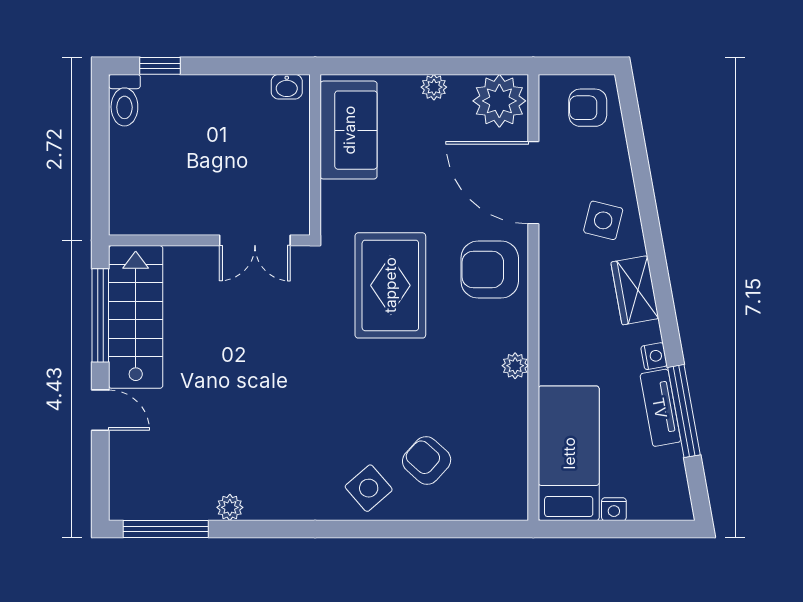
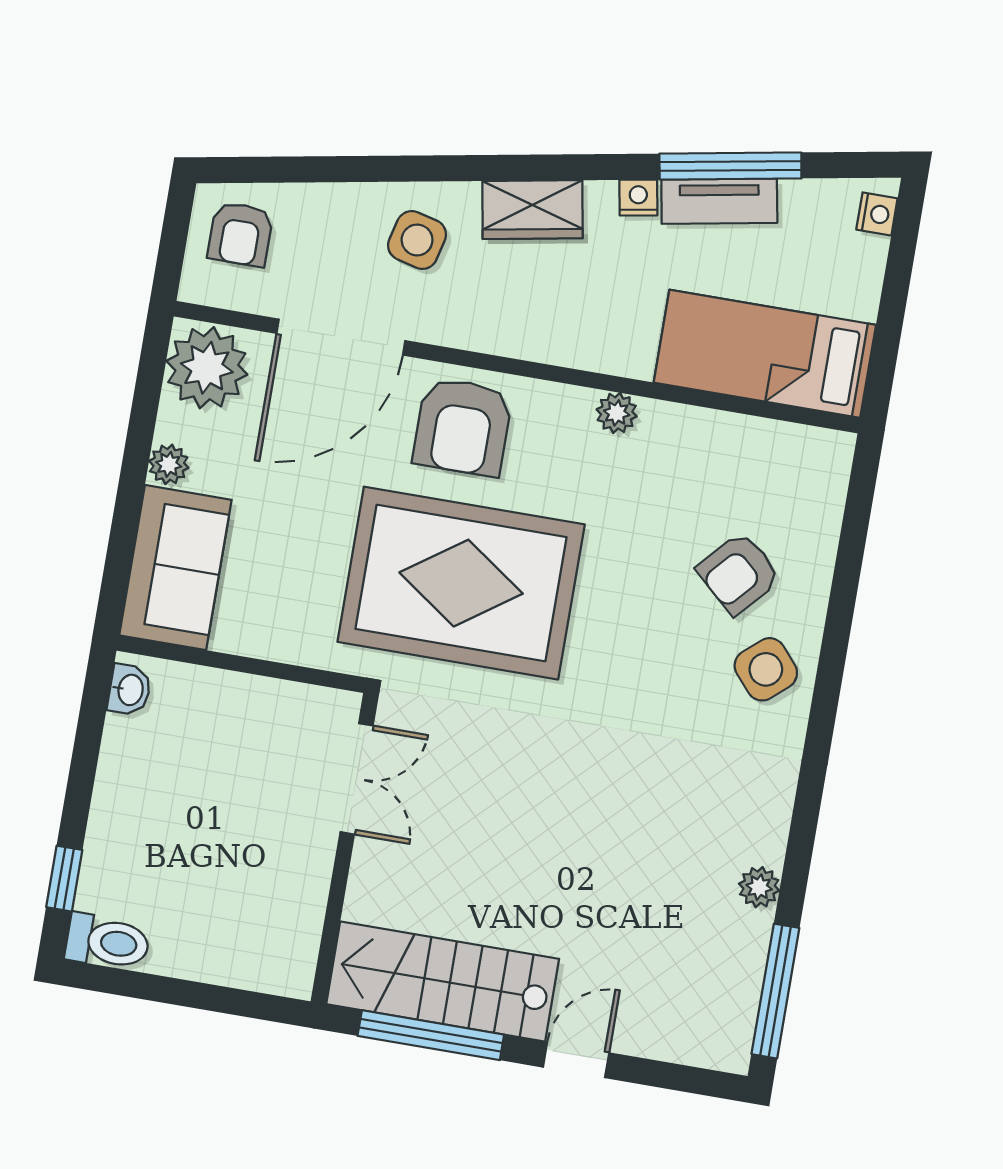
sofa: (349, 130) -> (175, 568), moved, turned 90
rug: (390, 285) -> (461, 583), width x1.37, depth x1.44
nightstand: (614, 509) -> (877, 214), moved

